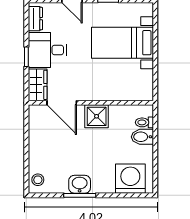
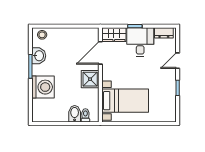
bed with nightstands: (122, 43) -> (125, 101), moved, turned 90
washing machine: (130, 179) -> (43, 87), moved
washbasin: (80, 184) -> (39, 56), moved

